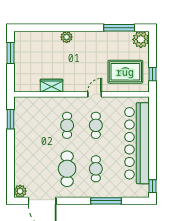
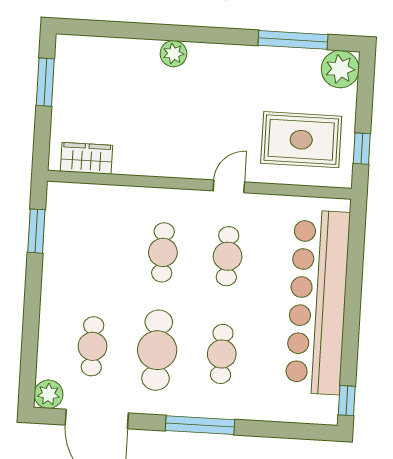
wardrobe: (52, 86) -> (86, 158), moved
cafe table: (38, 169) -> (92, 346), added
window: (106, 201) -> (200, 425), moved

